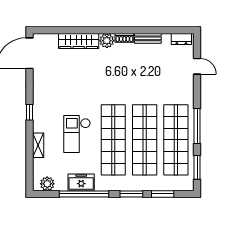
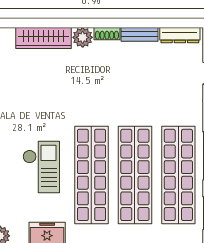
dresser: (181, 39) -> (180, 35), width x1.44
checkout: (77, 134) -> (41, 167), turned 180

